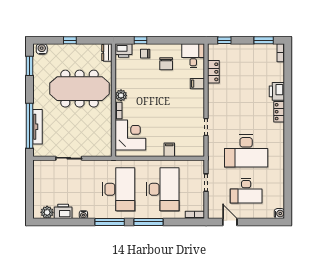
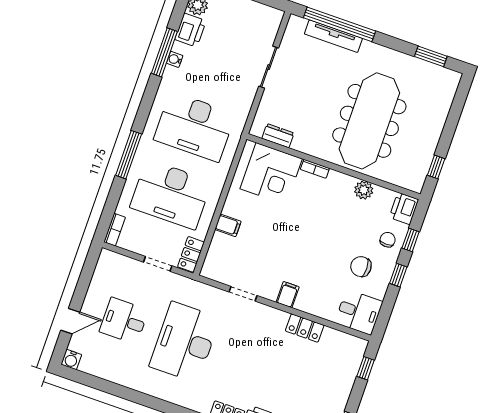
window: (70, 40) -> (436, 167), moved
window: (164, 40) -> (398, 275), added
water cooler: (42, 49) -> (450, 84), removed
dresser: (107, 53) -> (278, 136), moved
locker: (213, 72) -> (305, 328), moved
filing cabinet: (197, 84) -> (288, 295), moved
plant: (121, 95) -> (364, 190), moved
locker: (194, 165) -> (191, 254), added
desk: (246, 191) -> (124, 321), width x0.73
window: (110, 222) -> (164, 52), moved
door: (230, 222) -> (70, 321), moved

